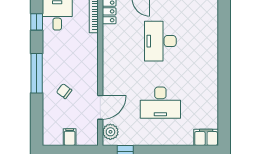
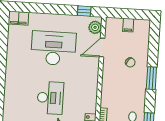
window: (37, 73) -> (151, 78), width x0.69
desk: (160, 103) -> (53, 48), width x1.36, depth x1.30

